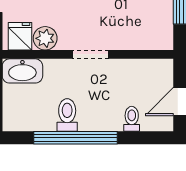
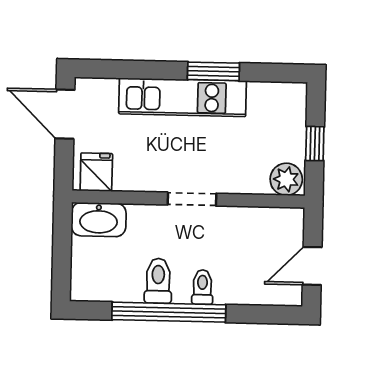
plant: (45, 38) -> (286, 179), moved
toilet: (132, 119) -> (202, 287), moved

